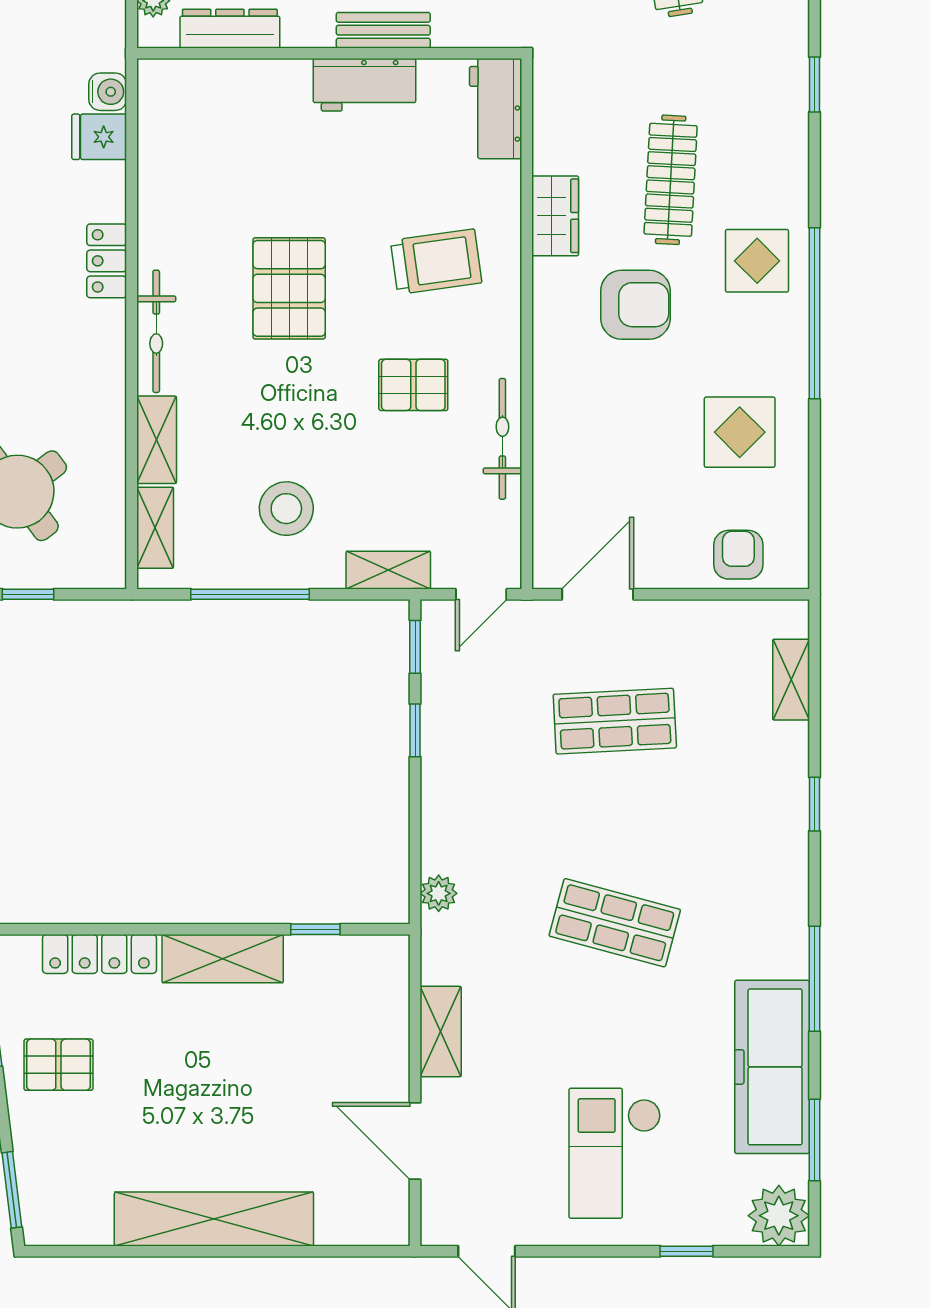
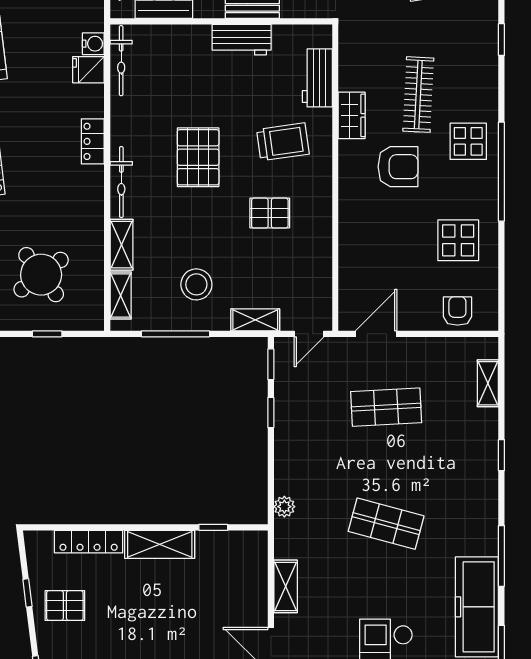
workbench: (496, 109) -> (317, 78), moved
bicycle: (502, 439) -> (121, 61), moved, turned 180

